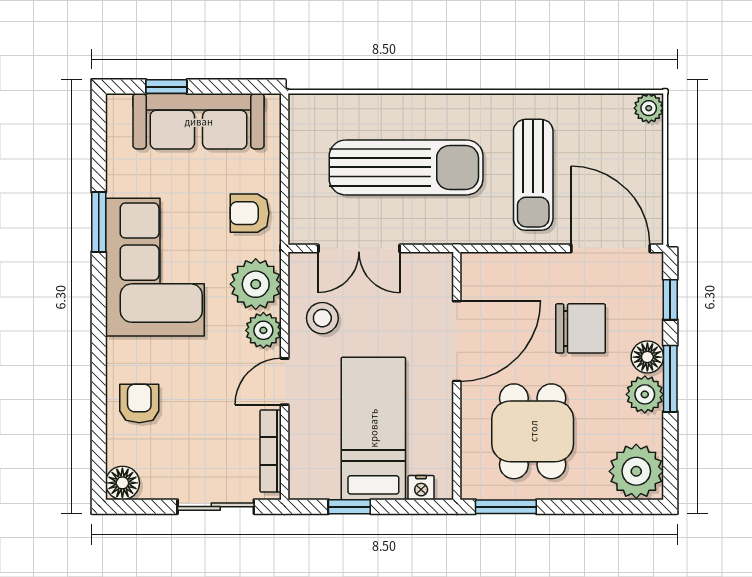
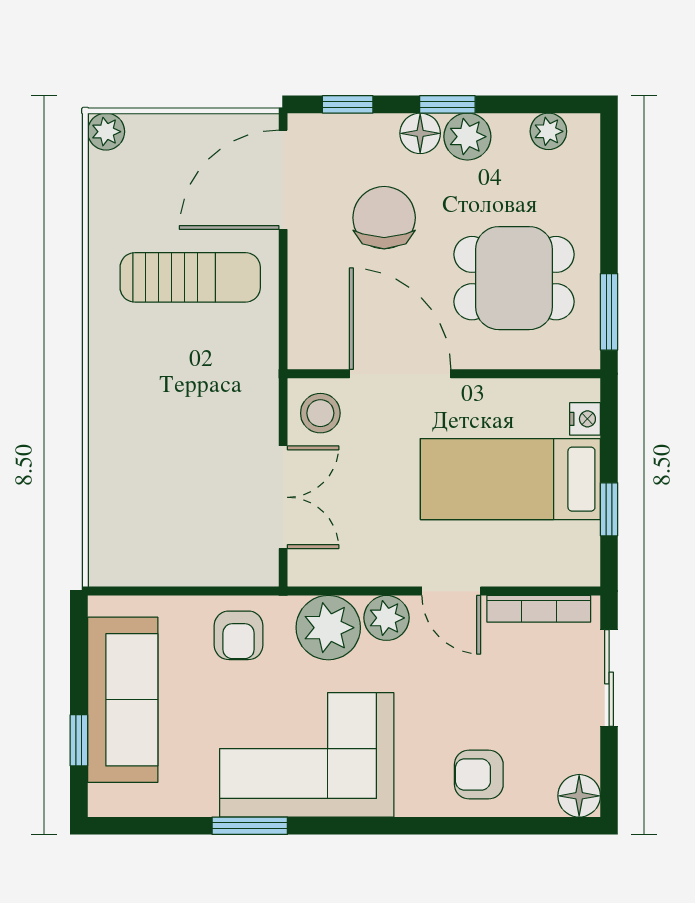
sun lounger: (406, 167) -> (181, 438), removed
stool: (322, 318) -> (320, 413), moved
window: (670, 379) -> (447, 104), width x0.67
plant: (636, 471) -> (548, 131), width x0.53, depth x0.53

